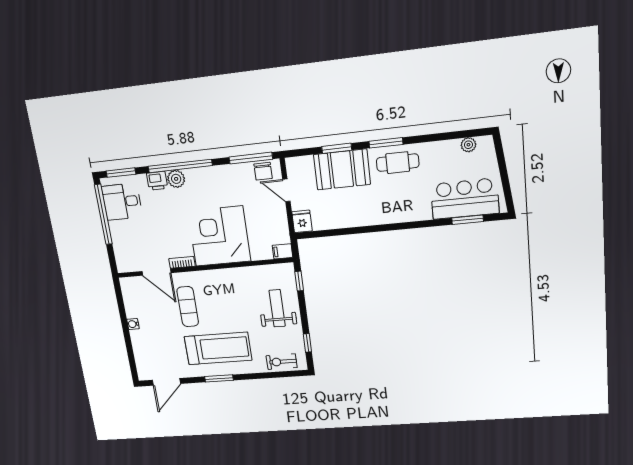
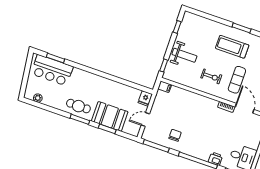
chair: (263, 171) -> (175, 135), moved
plant: (176, 179) -> (204, 155), removed
door: (286, 190) -> (145, 119), swing flipped
corner desk: (219, 236) -> (196, 112), removed
weight bench: (277, 308) -> (184, 55), turned -90
treadmill: (218, 348) -> (232, 47), width x0.73, depth x0.73
exercise bike: (282, 362) -> (211, 76), moved

